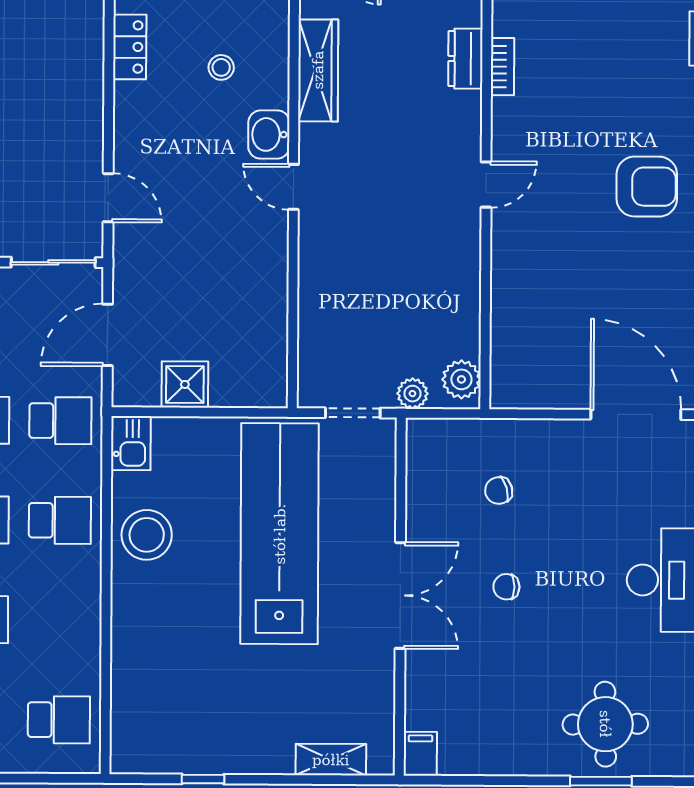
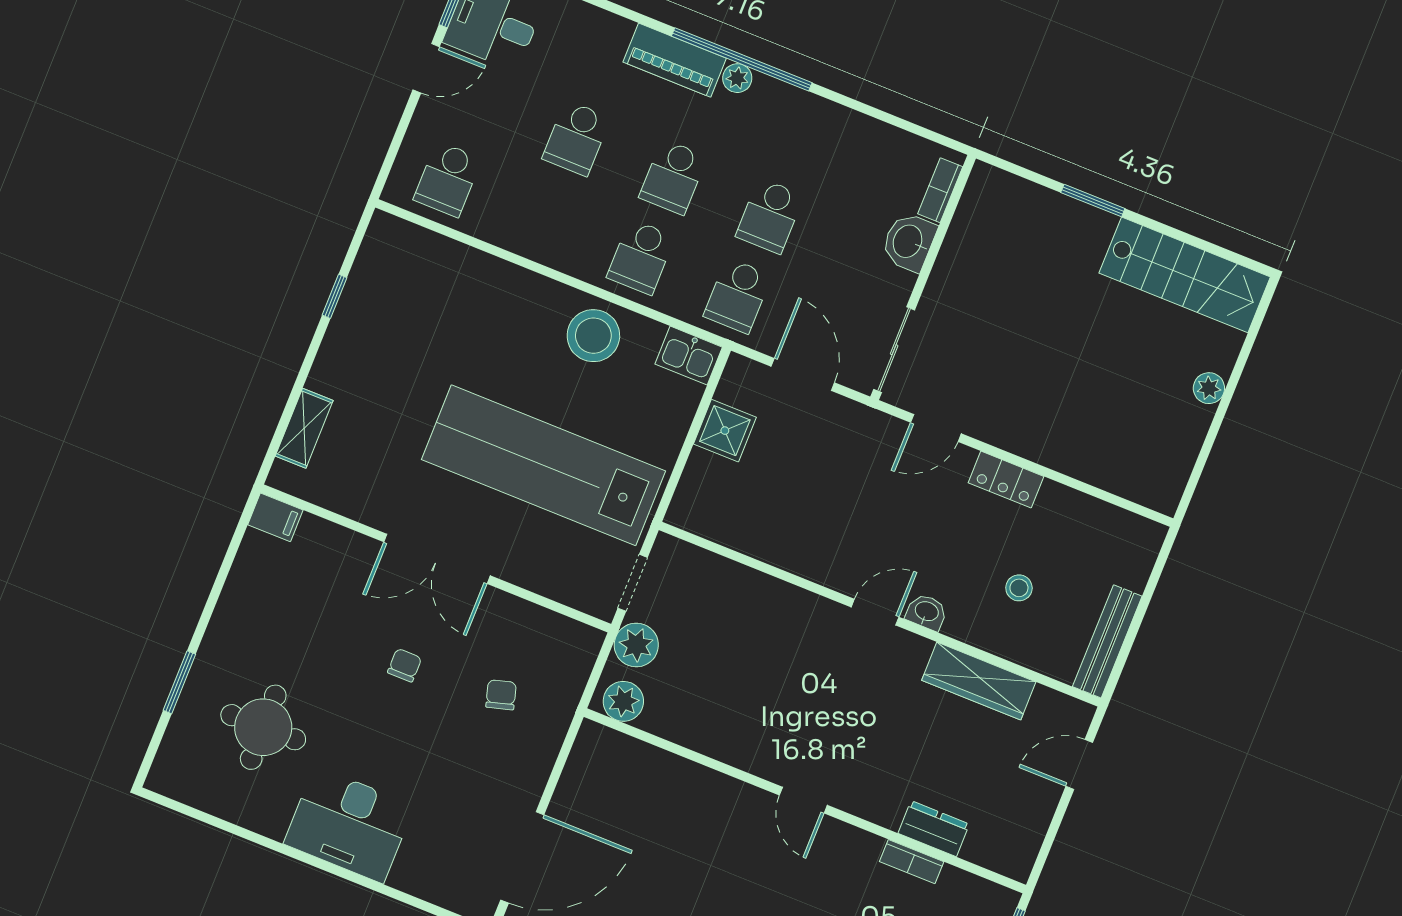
locker: (130, 47) -> (1006, 480), moved
washbasin: (269, 134) -> (926, 612), width x0.72, depth x0.69
plant: (412, 394) -> (636, 645), width x1.38, depth x1.38
lab bench: (280, 534) -> (543, 465), turned 180
round table: (605, 724) -> (263, 727), moved

